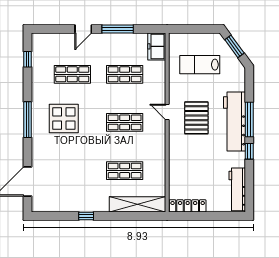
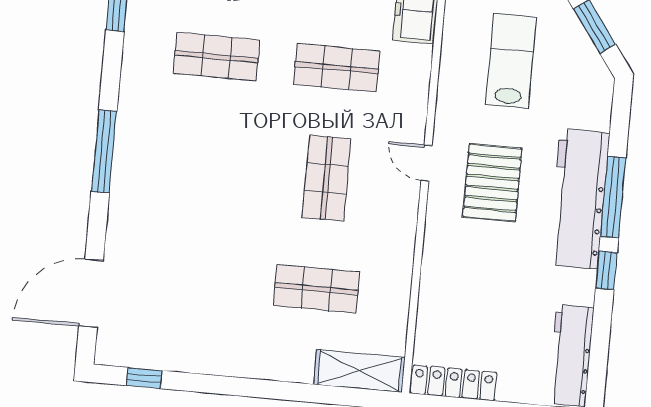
lab bench: (200, 65) -> (511, 61), turned 90
display table: (64, 118) -> (188, 156), removed
shop shelf: (125, 122) -> (327, 178), turned 90
shelving: (137, 204) -> (359, 371), width x0.68
window: (86, 216) -> (144, 378), moved

